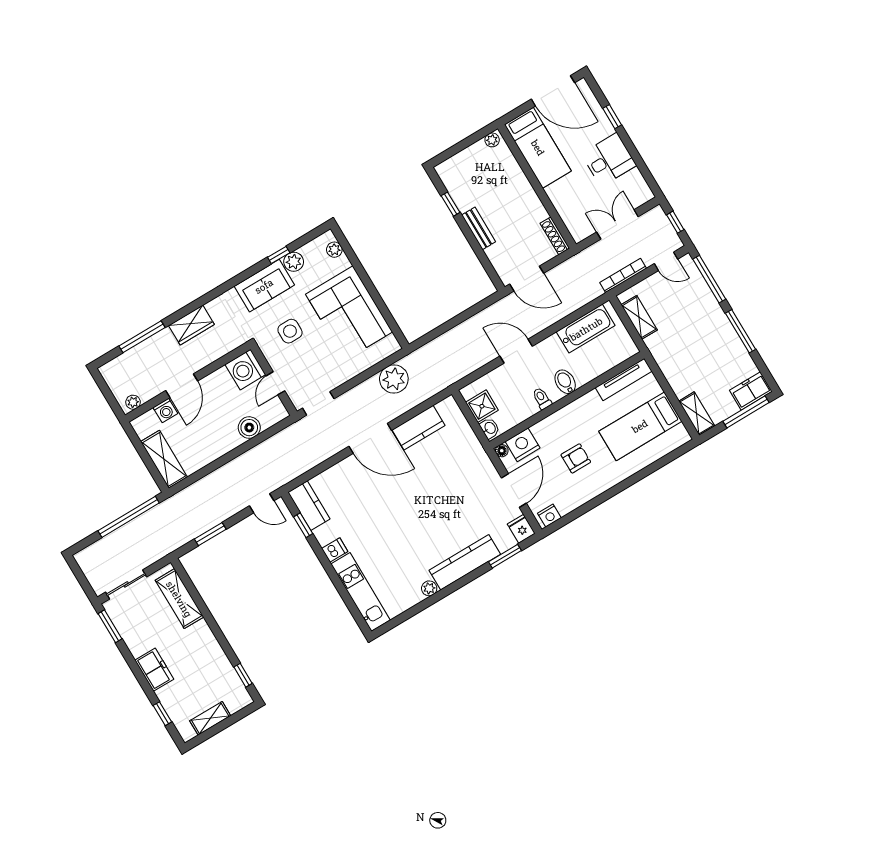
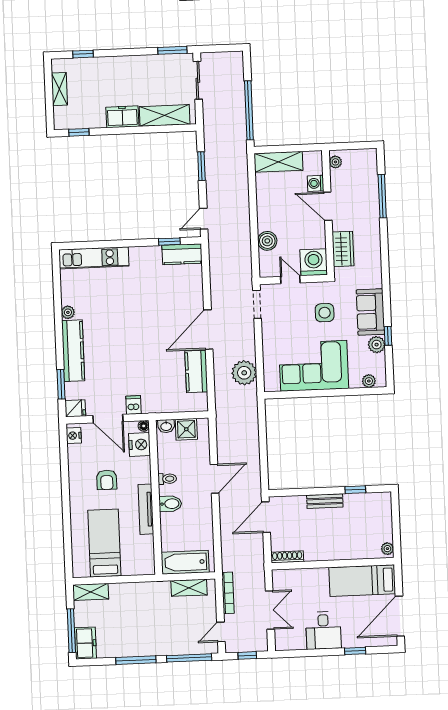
wardrobe: (191, 325) -> (343, 249), moved, turned 180
bathtub: (586, 329) -> (185, 562), moved, turned 90
tv unit: (624, 379) -> (146, 509), moved
dishwasher: (335, 550) -> (133, 405), moved, turned 180
freezer: (154, 670) -> (122, 117), moved, turned 180

